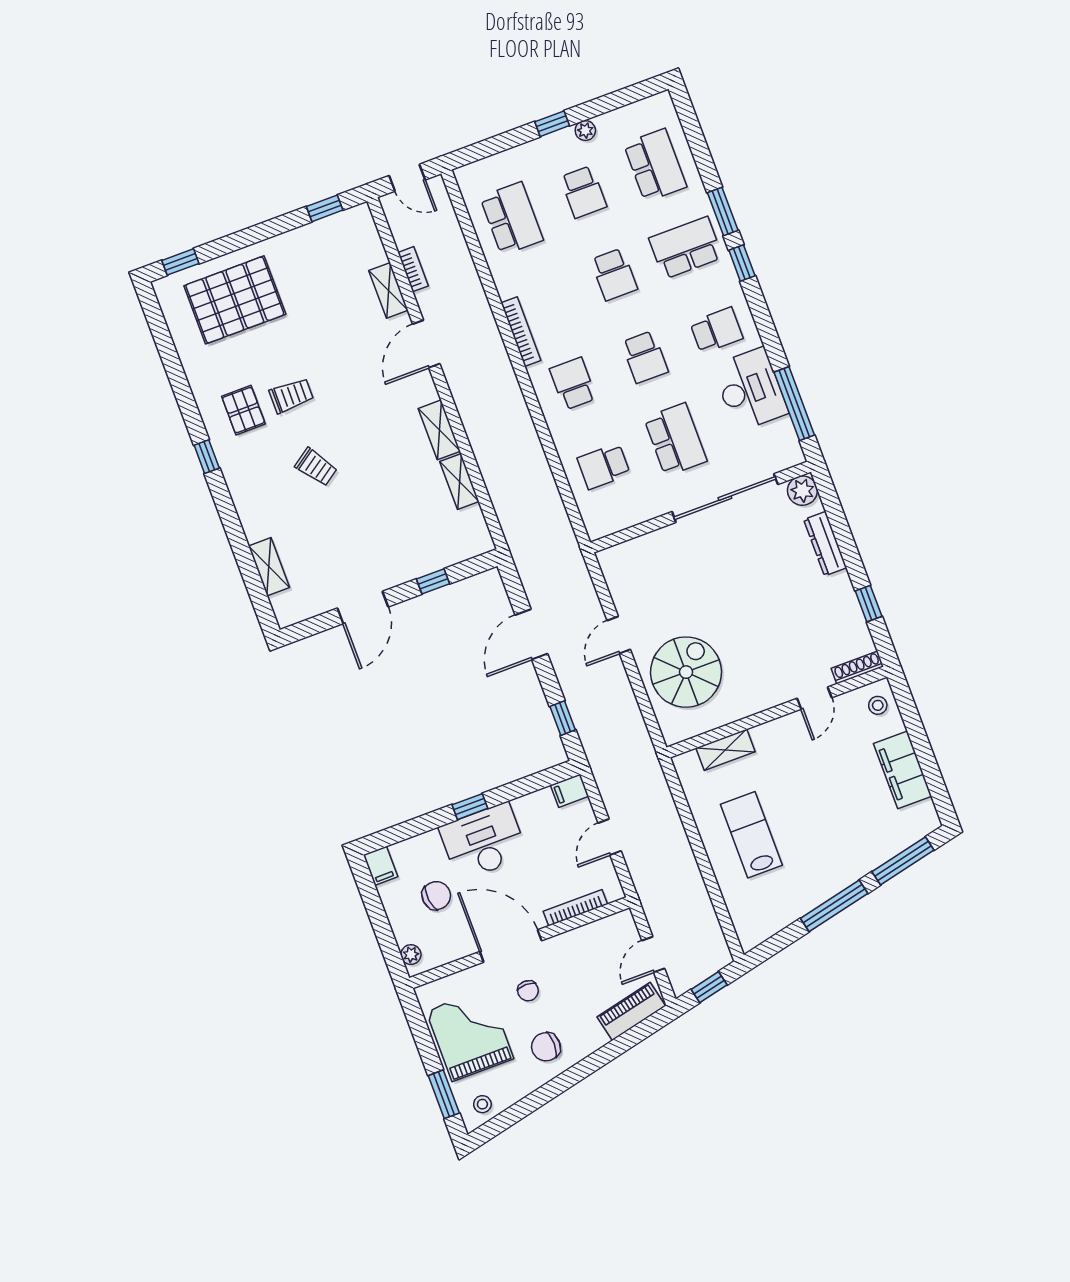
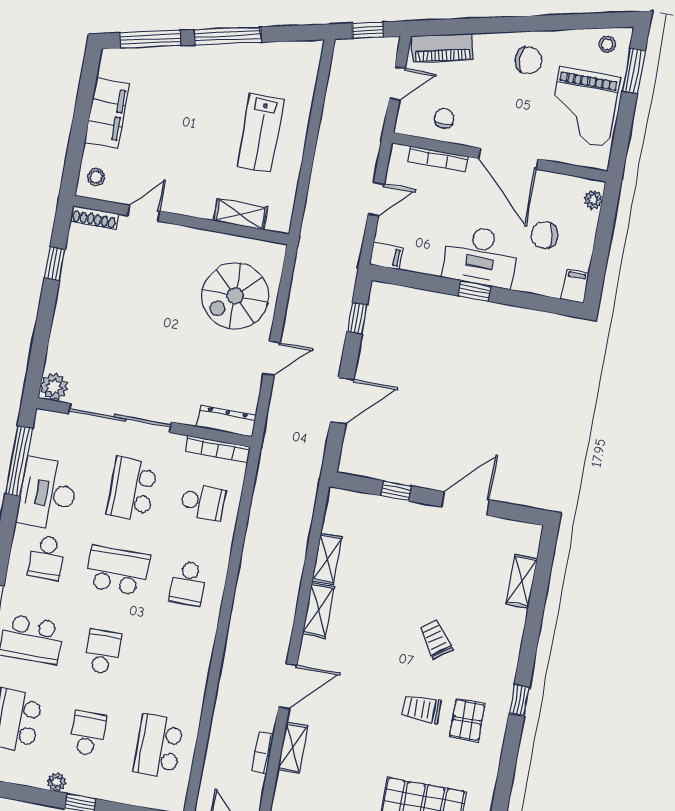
school desk: (716, 330) -> (46, 558), turned -90
bookcase: (521, 332) -> (218, 449), moved, turned -90
school desk: (645, 357) -> (117, 571), width x1.85
dresser: (825, 544) -> (226, 421), moved, turned -90
chair: (528, 991) -> (444, 118), moved

